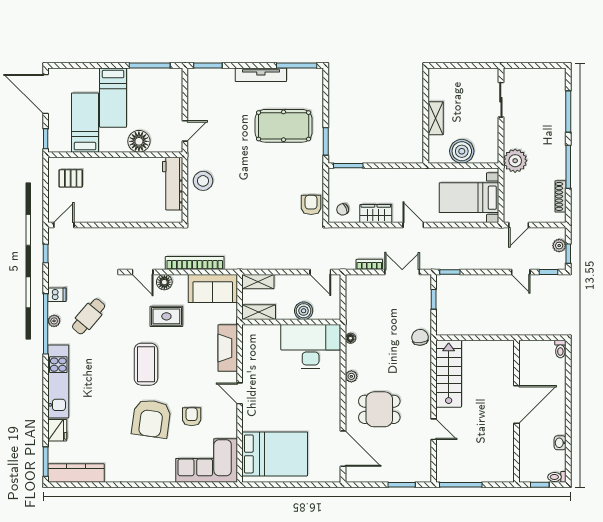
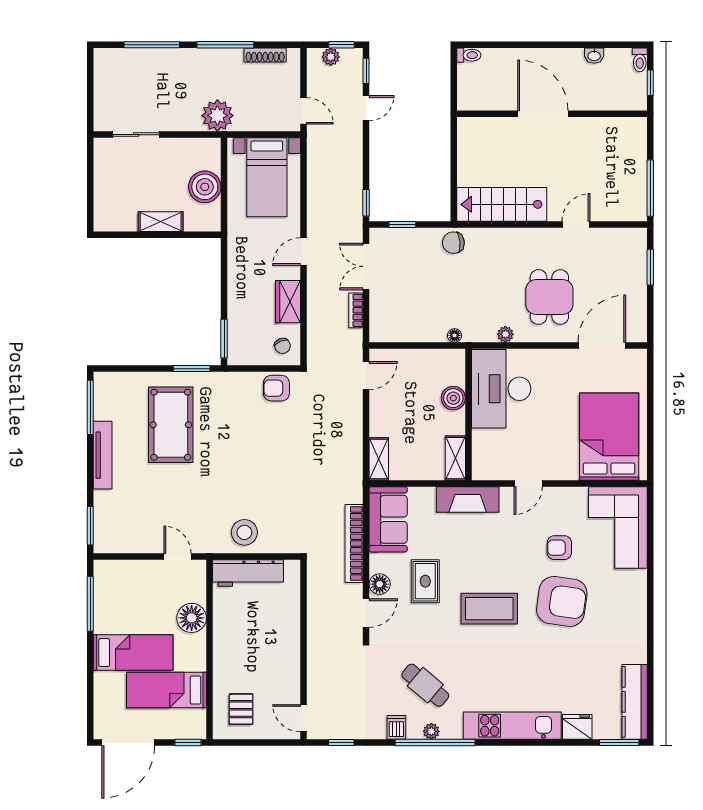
boiler: (304, 311) -> (453, 398), moved
shelving: (259, 312) -> (455, 458), moved
wall: (291, 322) -> (468, 415), moved
desk: (311, 347) -> (501, 389), moved

